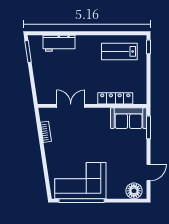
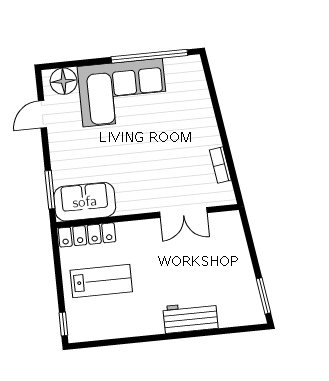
workbench: (59, 43) -> (191, 317), moved
lab bench: (119, 51) -> (101, 281), moved
locker: (115, 98) -> (87, 235), moved
corner sofa: (80, 181) -> (123, 93), moved

